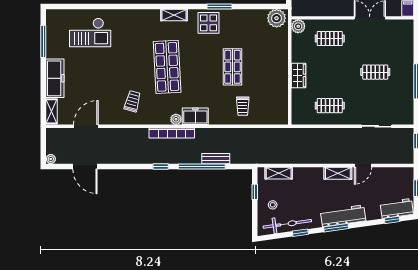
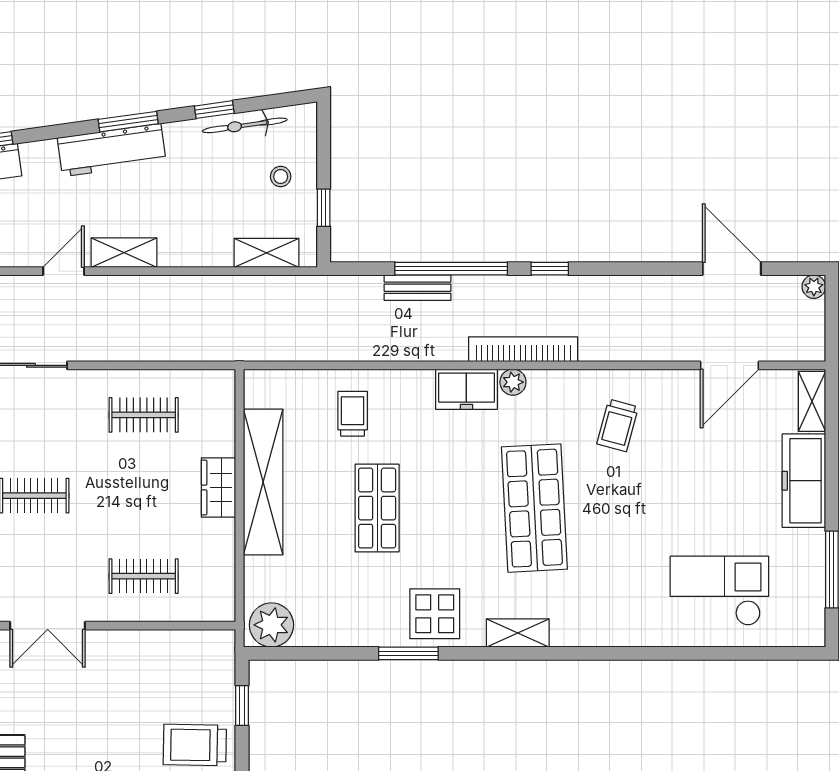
plant: (298, 26) -> (219, 606), removed
shelving: (280, 78) -> (263, 482), added
bicycle: (287, 224) -> (245, 125), width x0.73, depth x0.71

